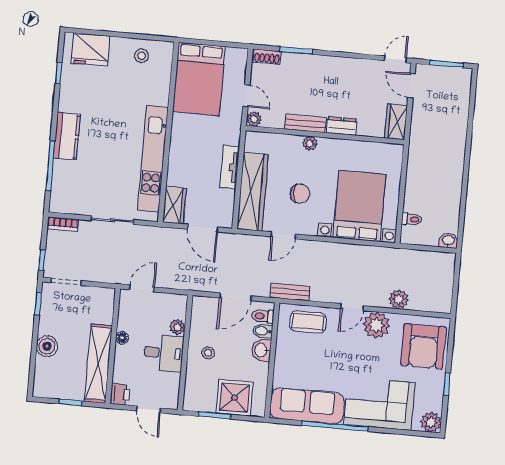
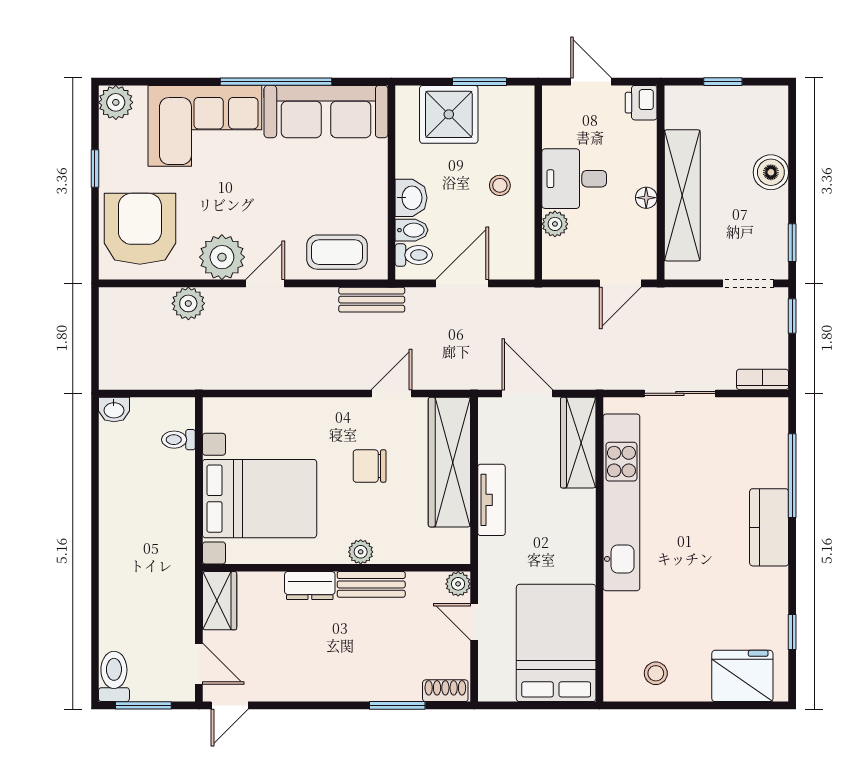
toilet: (462, 83) -> (114, 676), added
wardrobe: (174, 205) -> (578, 443), width x1.50
bed with nightstands: (359, 206) -> (260, 499), moved, turned -90
shelving: (98, 364) -> (682, 195), moved

